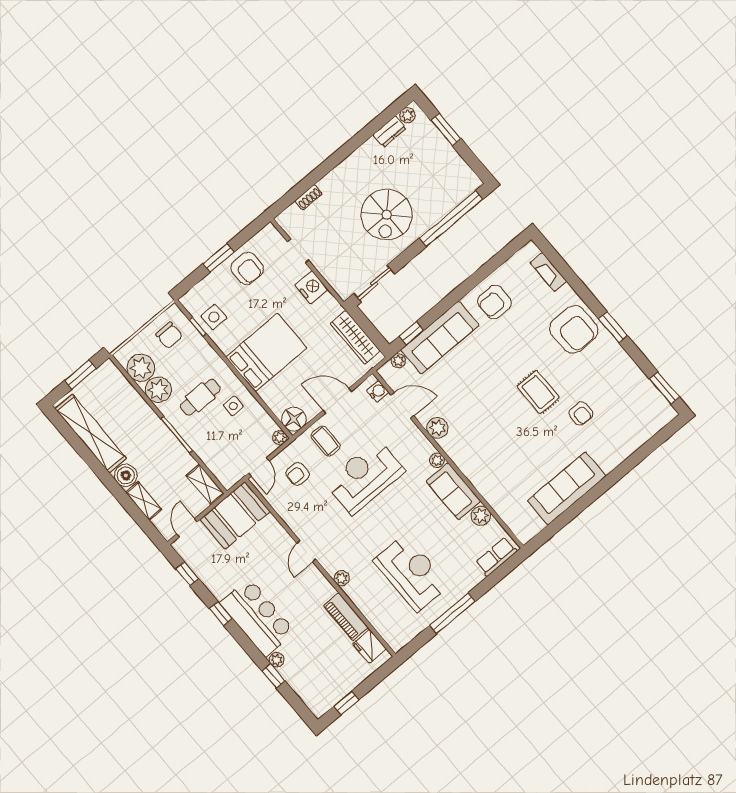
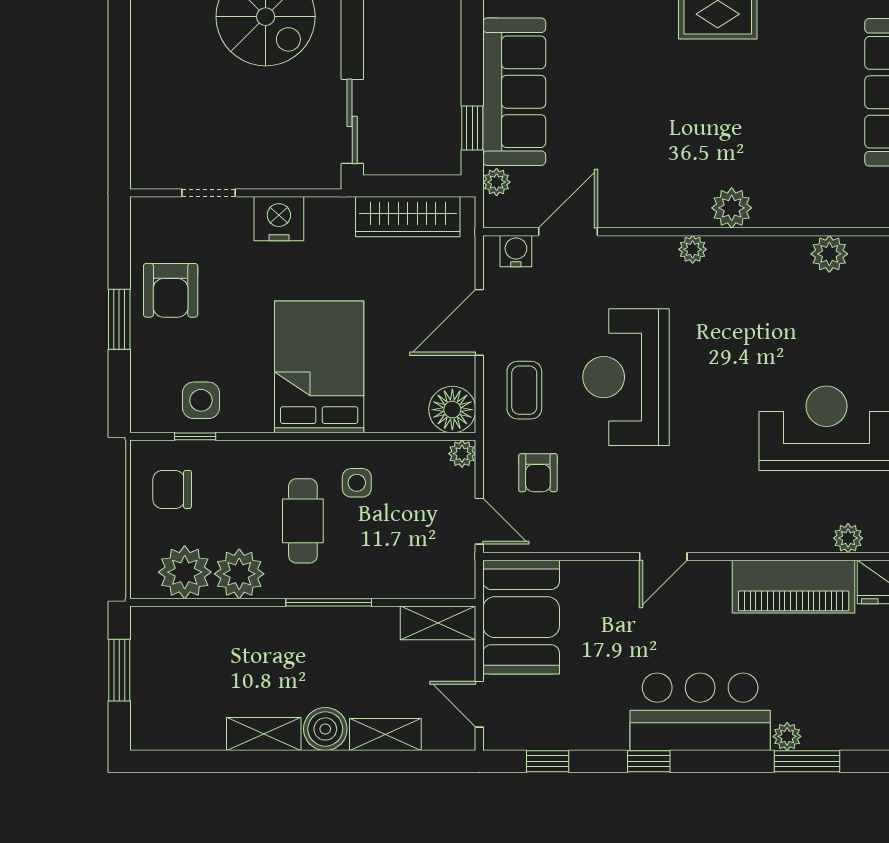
shoe rack: (308, 197) -> (142, 110), removed
armchair: (247, 268) -> (171, 290), turned 90
chair: (169, 335) -> (172, 489), turned 180
plant: (438, 428) -> (732, 208), moved
shelving: (91, 433) -> (264, 734), width x0.45, depth x0.75
coffee table: (326, 441) -> (524, 390), turned 90
sofa: (453, 491) -> (759, 264), removed
door: (306, 551) -> (663, 556), hinge flipped
plant: (342, 578) -> (848, 538), moved
piano: (346, 617) -> (794, 587), width x1.37, depth x1.33
window: (273, 676) -> (807, 761), width x1.50

